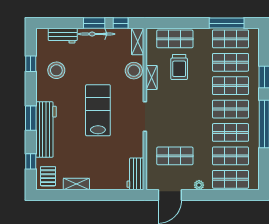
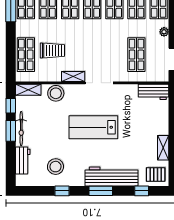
window: (31, 64) -> (62, 191), moved
shelving: (152, 77) -> (73, 76), moved

